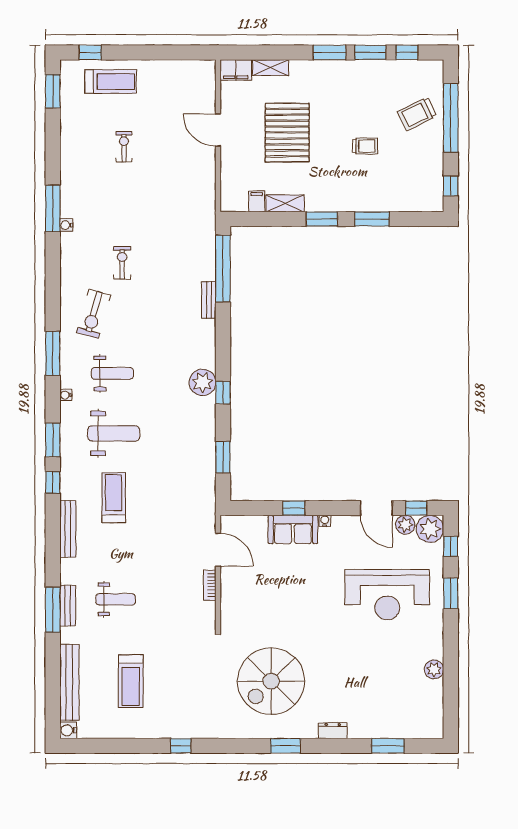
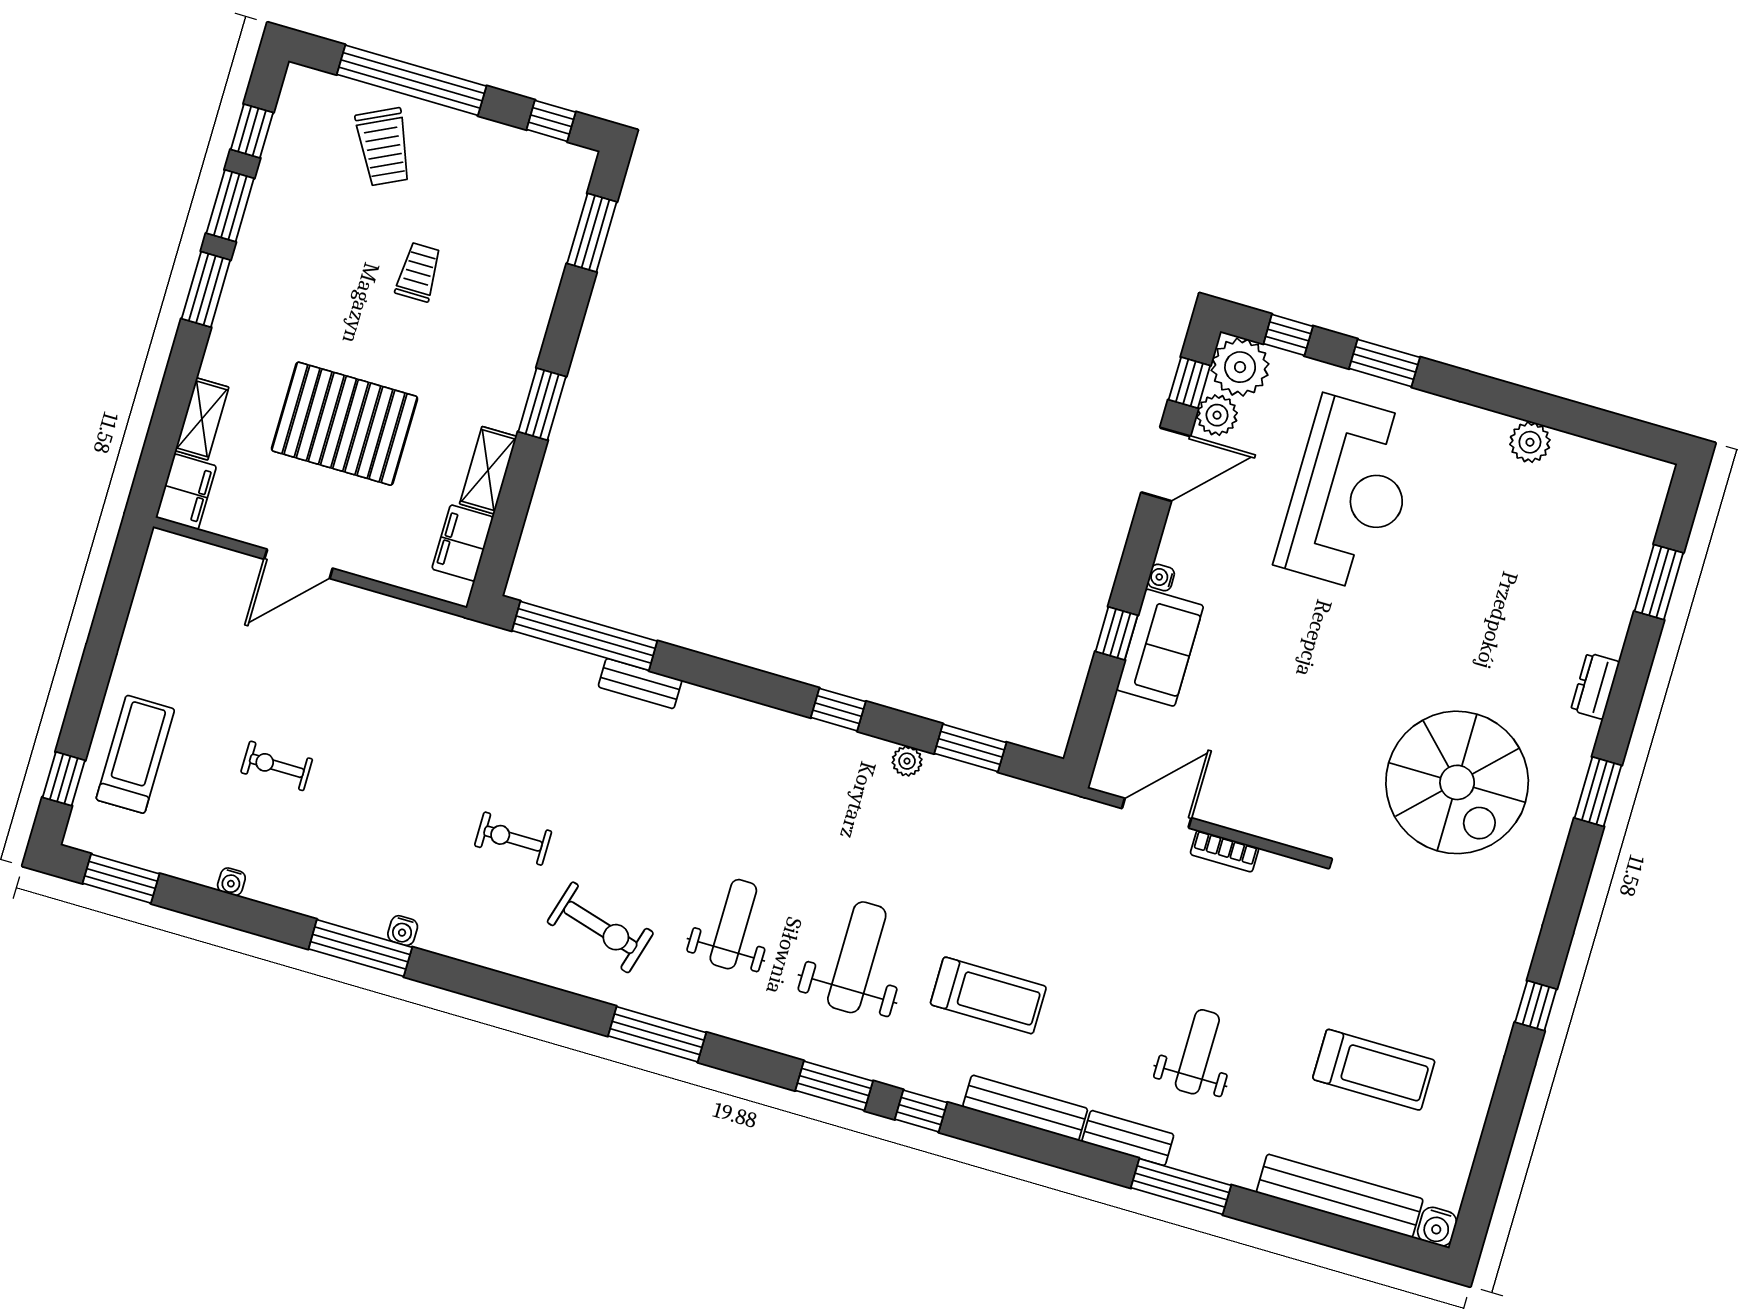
filing cabinet: (257, 201) -> (463, 543), width x2.00
window: (372, 219) -> (592, 233), moved
plant: (202, 382) -> (907, 761), moved, width x0.53, depth x0.53
water cooler: (66, 395) -> (231, 882), moved
treadmill: (114, 498) -> (988, 995), turned 180
bench: (68, 606) -> (1128, 1138), moved

